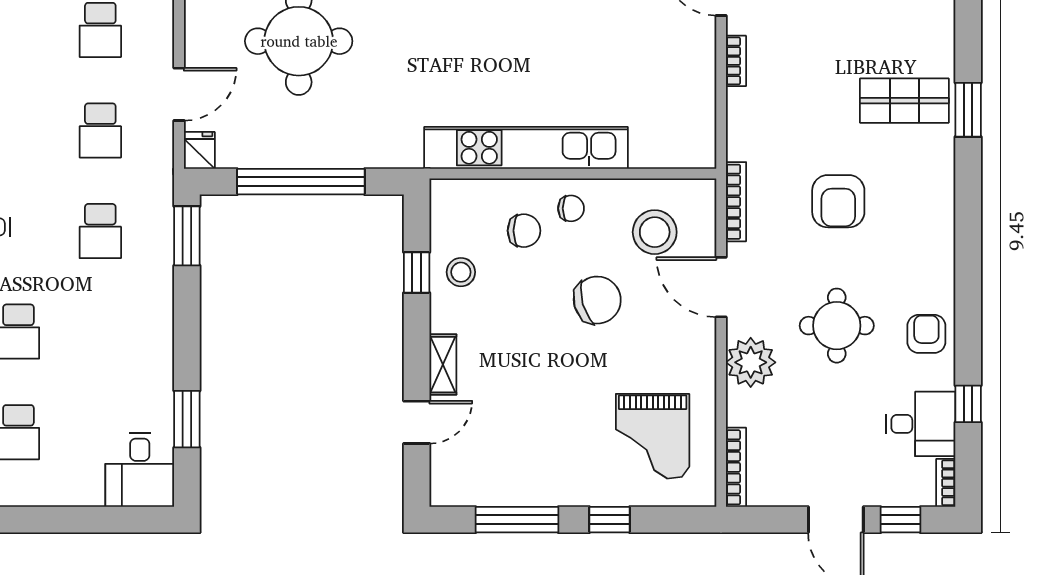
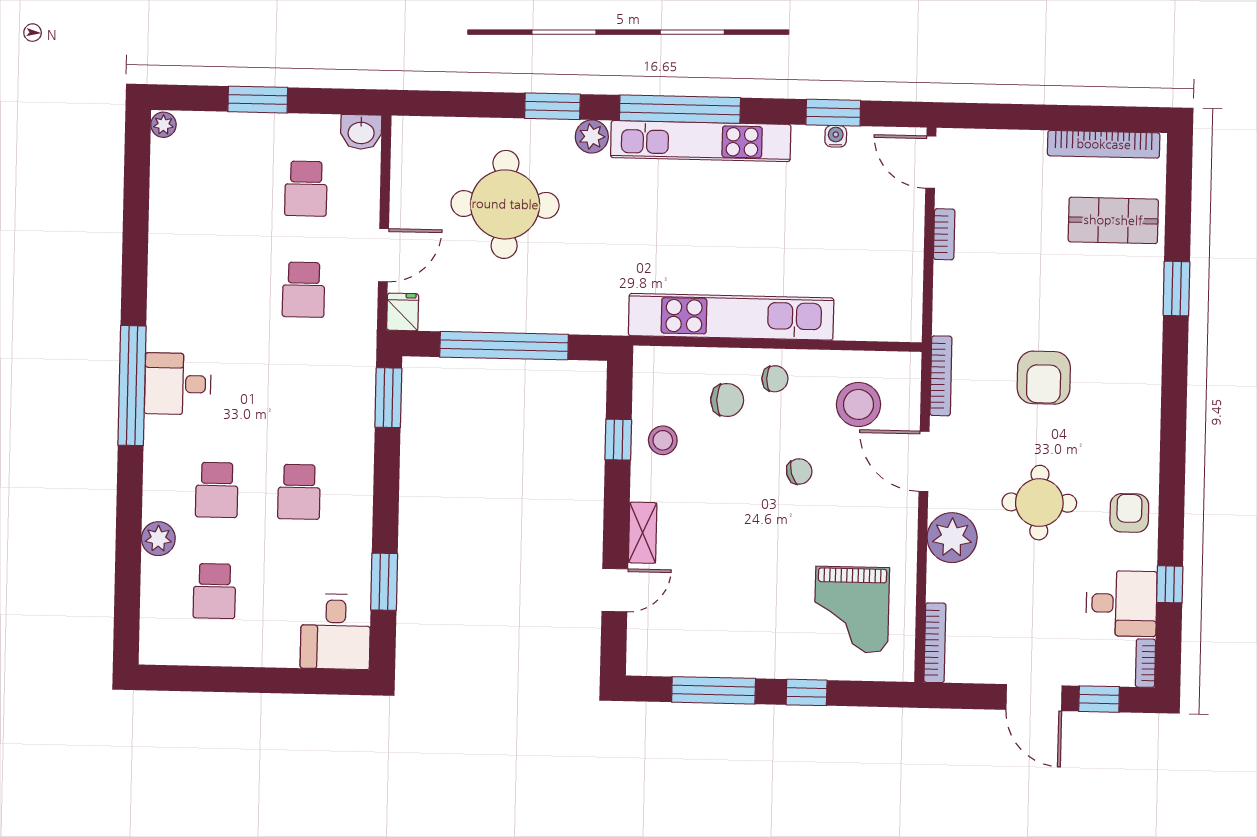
shop shelf: (904, 101) -> (1113, 220), moved
school desk: (100, 231) -> (299, 492), moved
chair: (597, 300) -> (799, 471), width x0.54, depth x0.54

